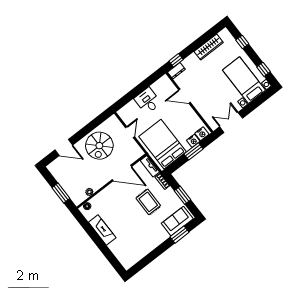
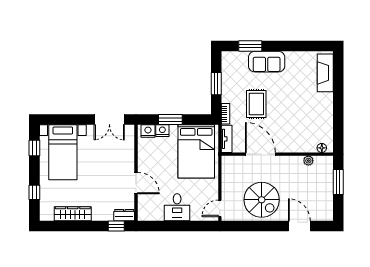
door: (130, 132) -> (220, 208), moved
spiral stairs: (99, 146) -> (262, 200), turned 90
sofa: (177, 221) -> (267, 62), moved
fireplace: (102, 230) -> (325, 73), moved

